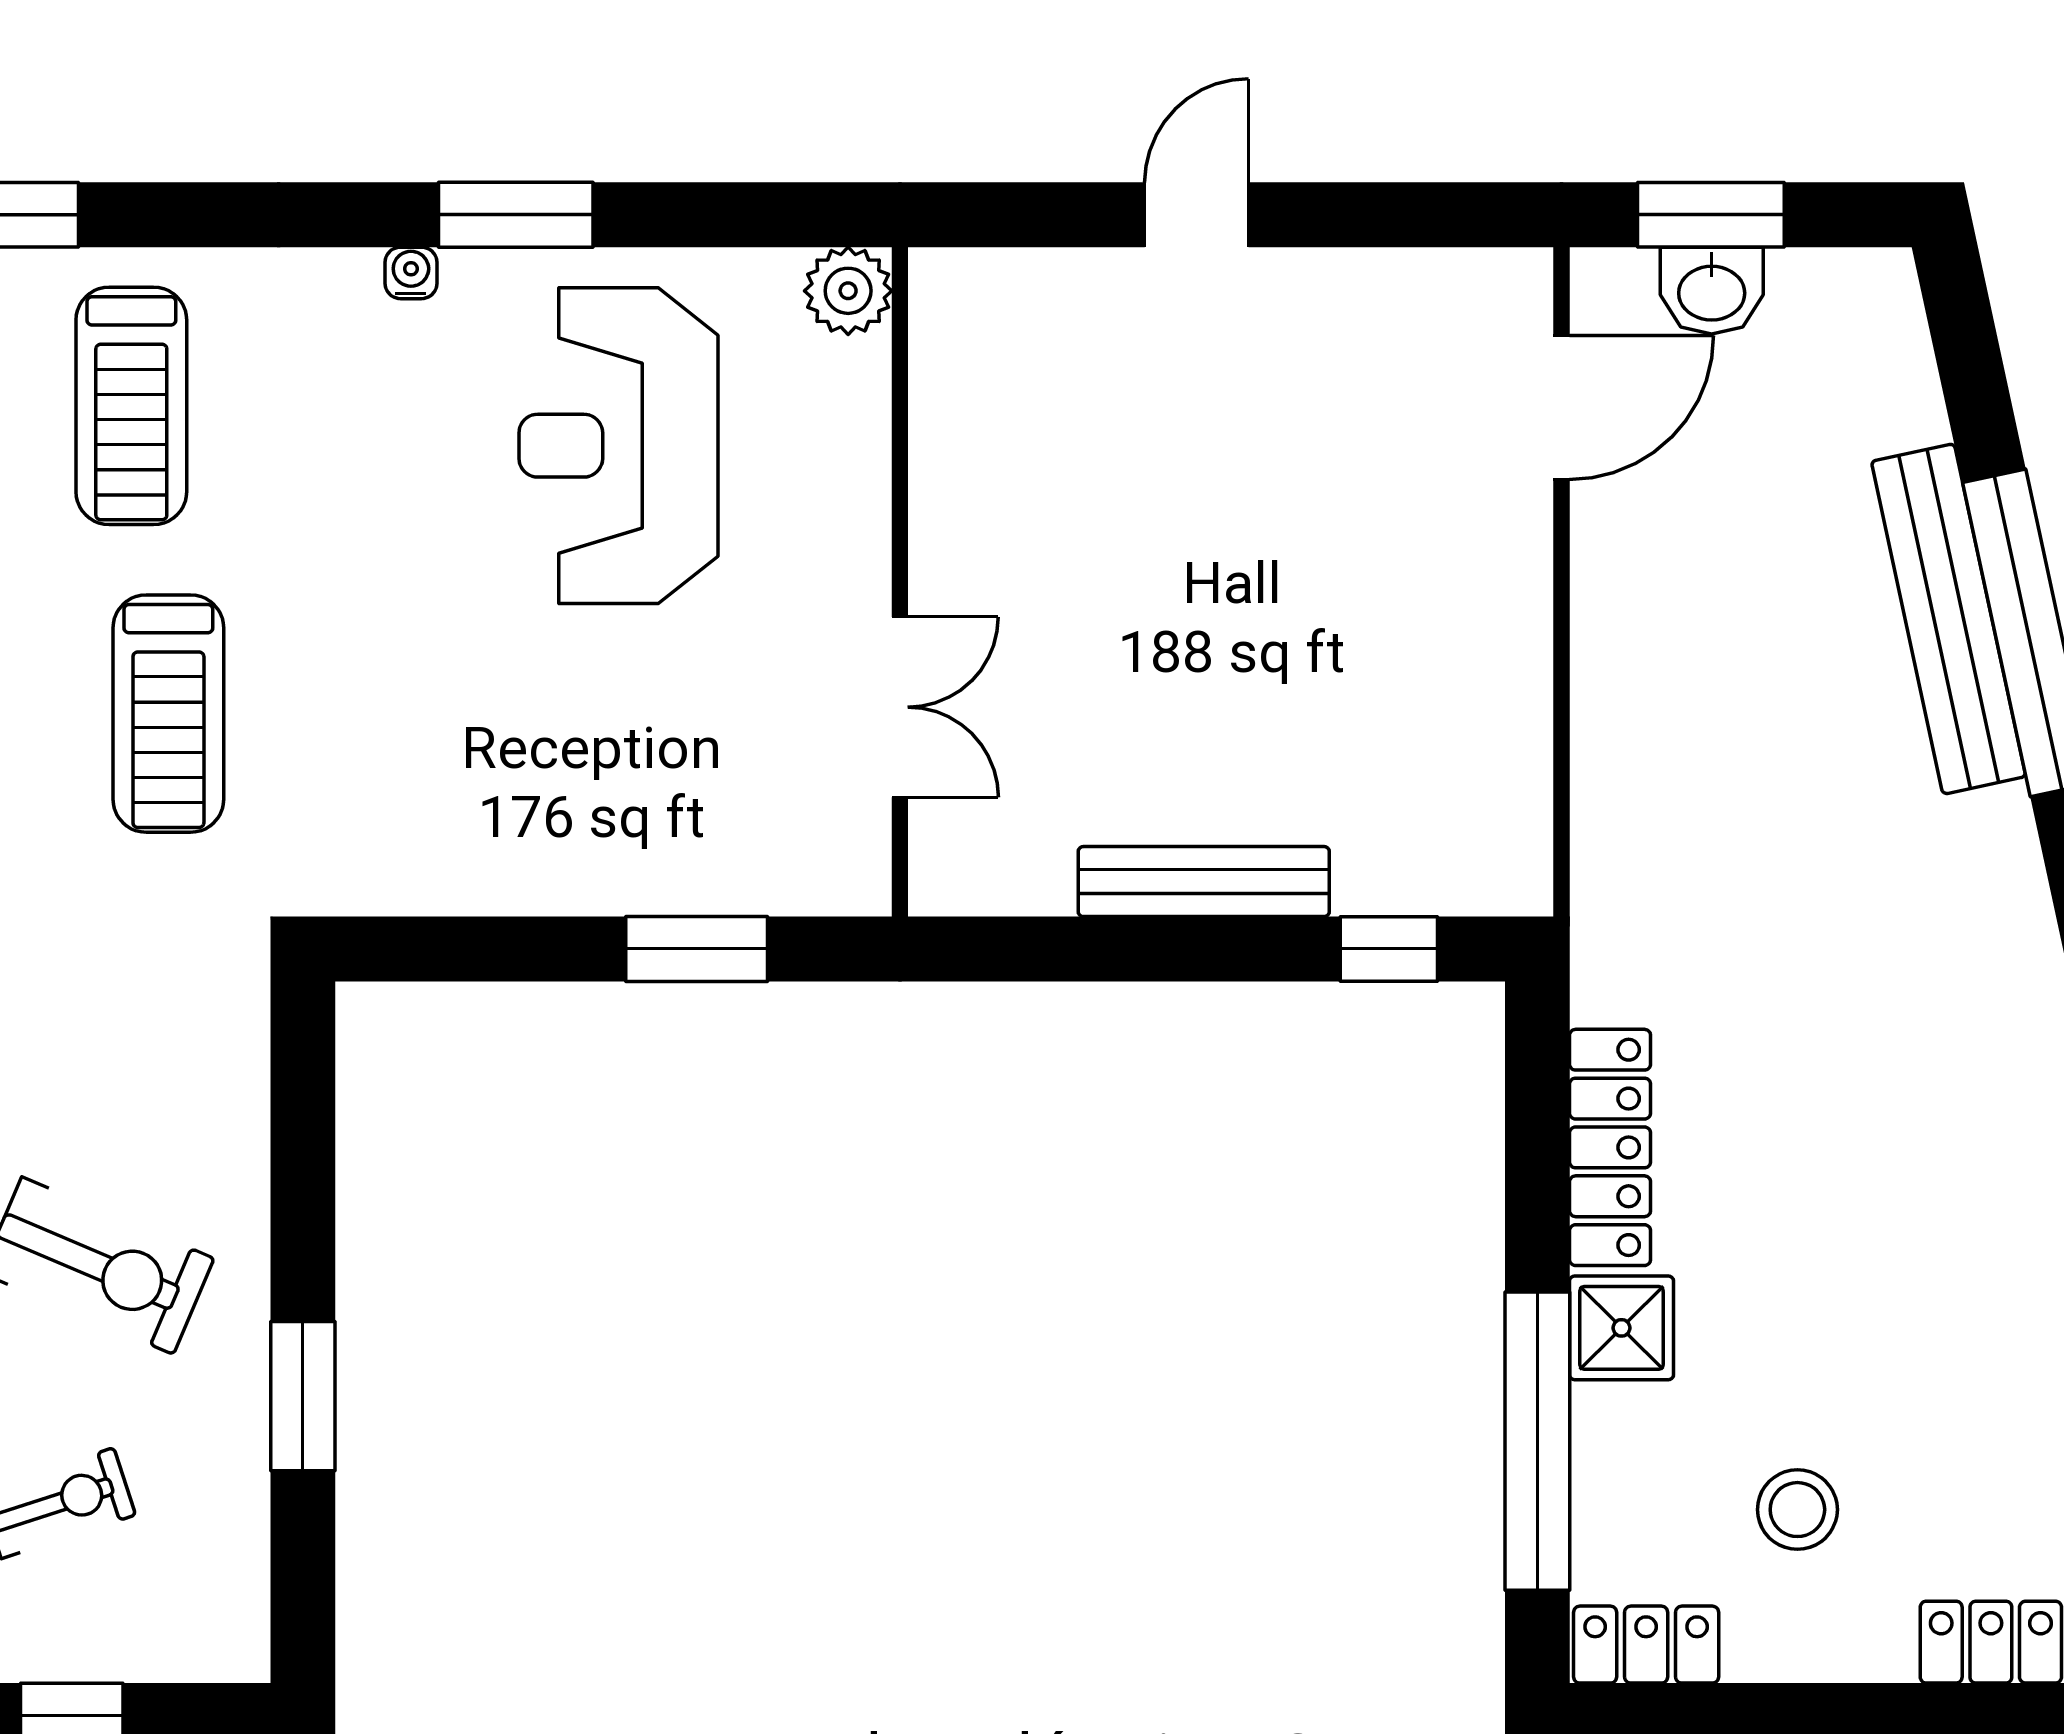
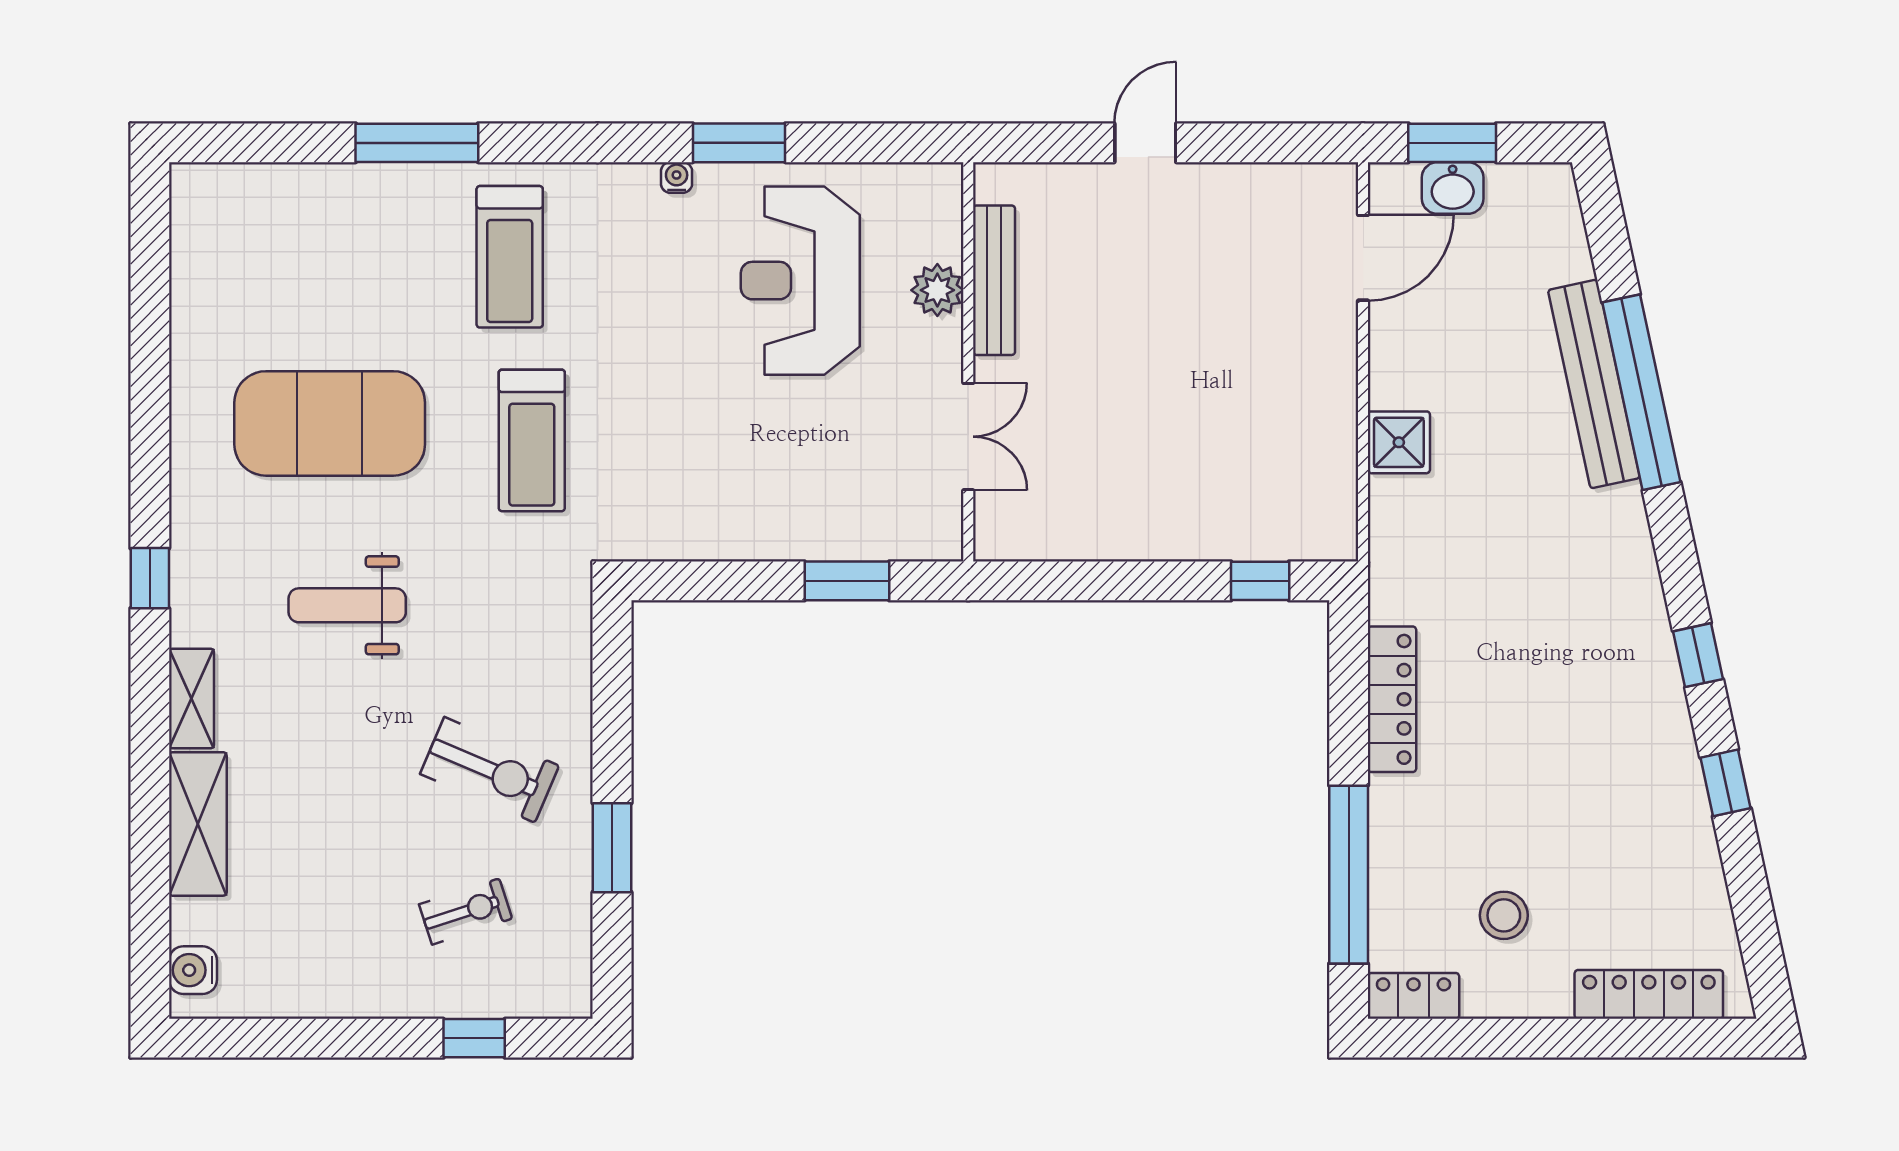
plant: (848, 291) -> (937, 290), moved
bench: (1204, 882) -> (994, 280), moved, turned 90
shower: (1622, 1328) -> (1399, 442), moved

